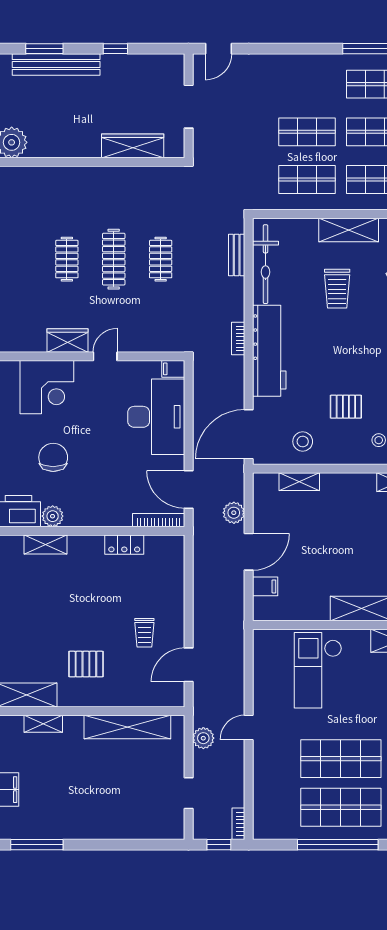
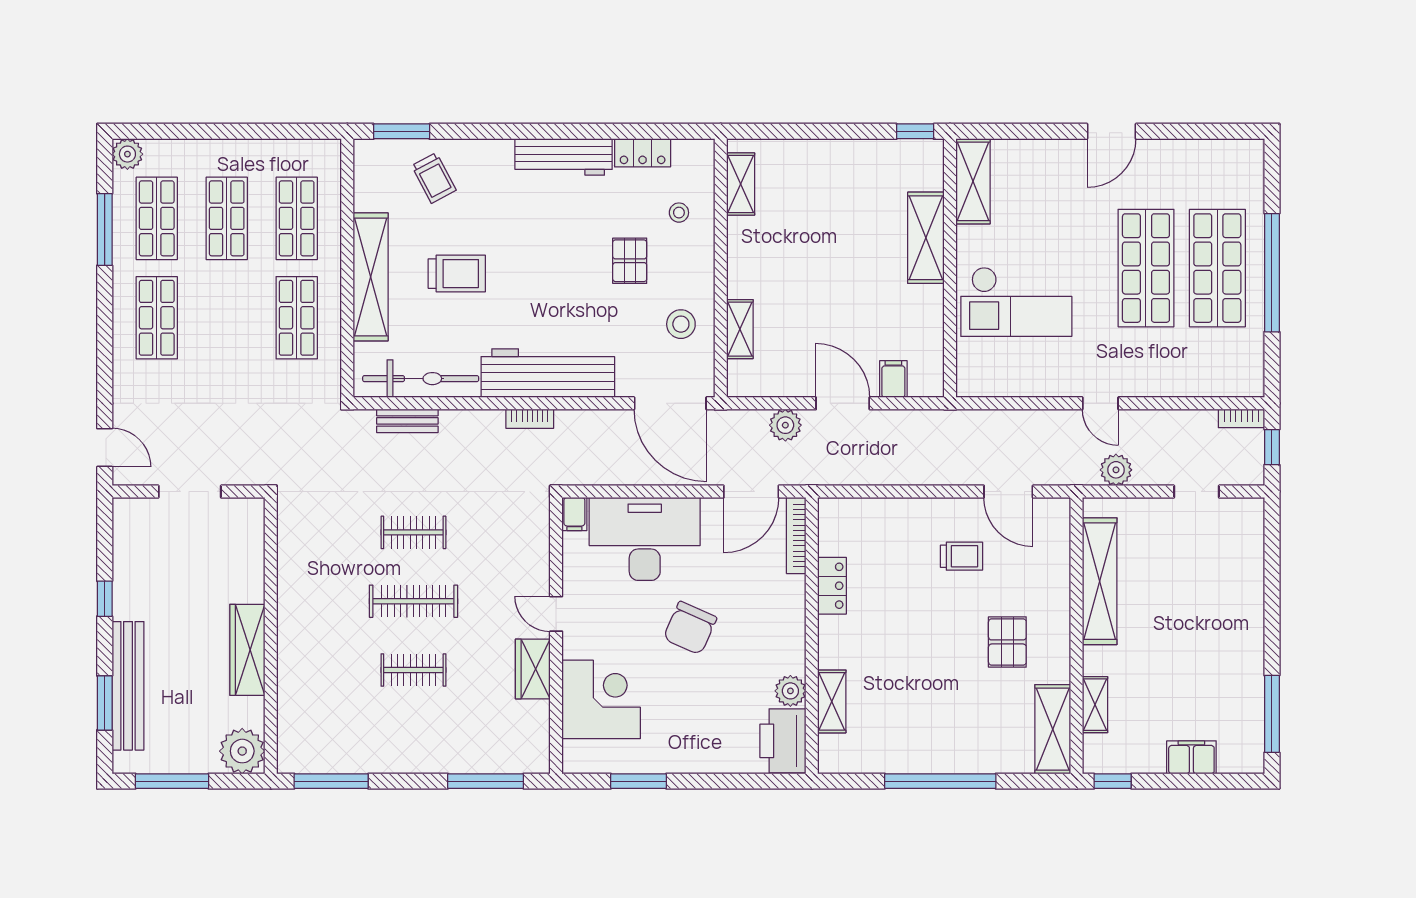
shop shelf: (307, 132) -> (157, 318), moved
wardrobe: (133, 146) -> (247, 650), moved
shelving: (349, 230) -> (371, 277), width x1.47
chair: (53, 457) -> (690, 628), moved, turned -66

